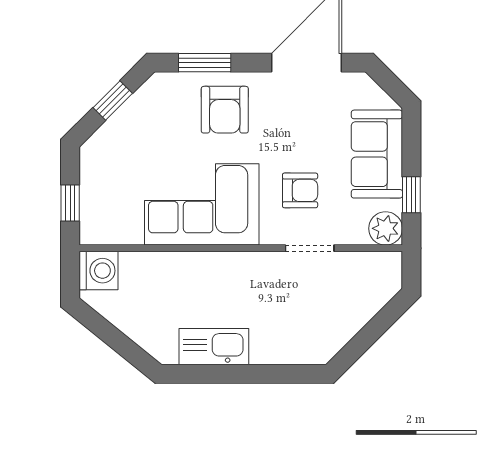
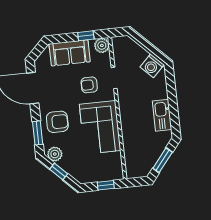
plant: (153, 96) -> (55, 154), added
armchair: (300, 190) -> (89, 85), turned -90
washing machine: (99, 271) -> (152, 66), moved, turned -135
window: (113, 337) -> (163, 160), added

